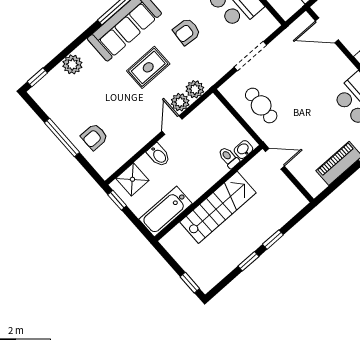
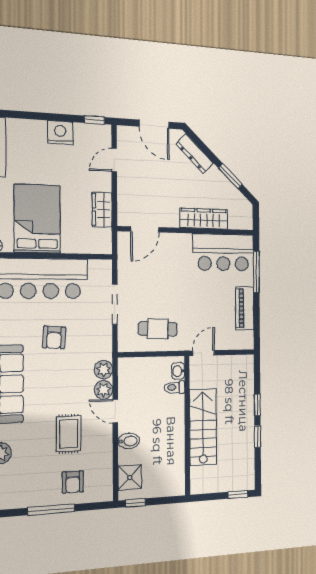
rug: (148, 67) -> (69, 434), moved
bathtub: (165, 211) -> (174, 471), removed

